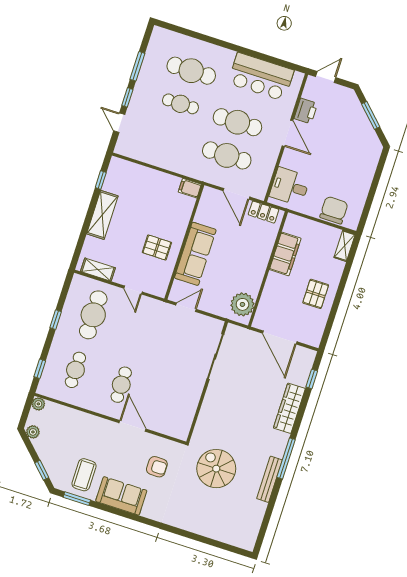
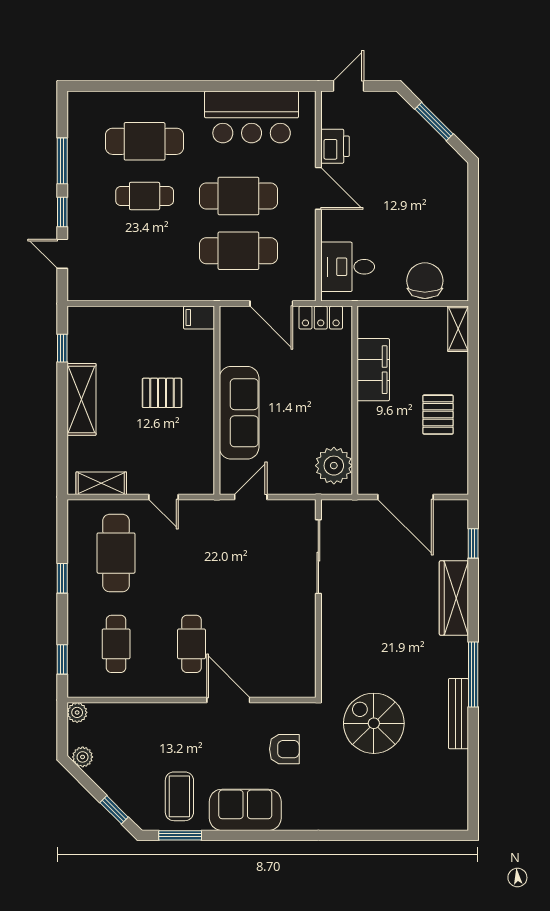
pallet: (157, 247) -> (162, 393), moved

